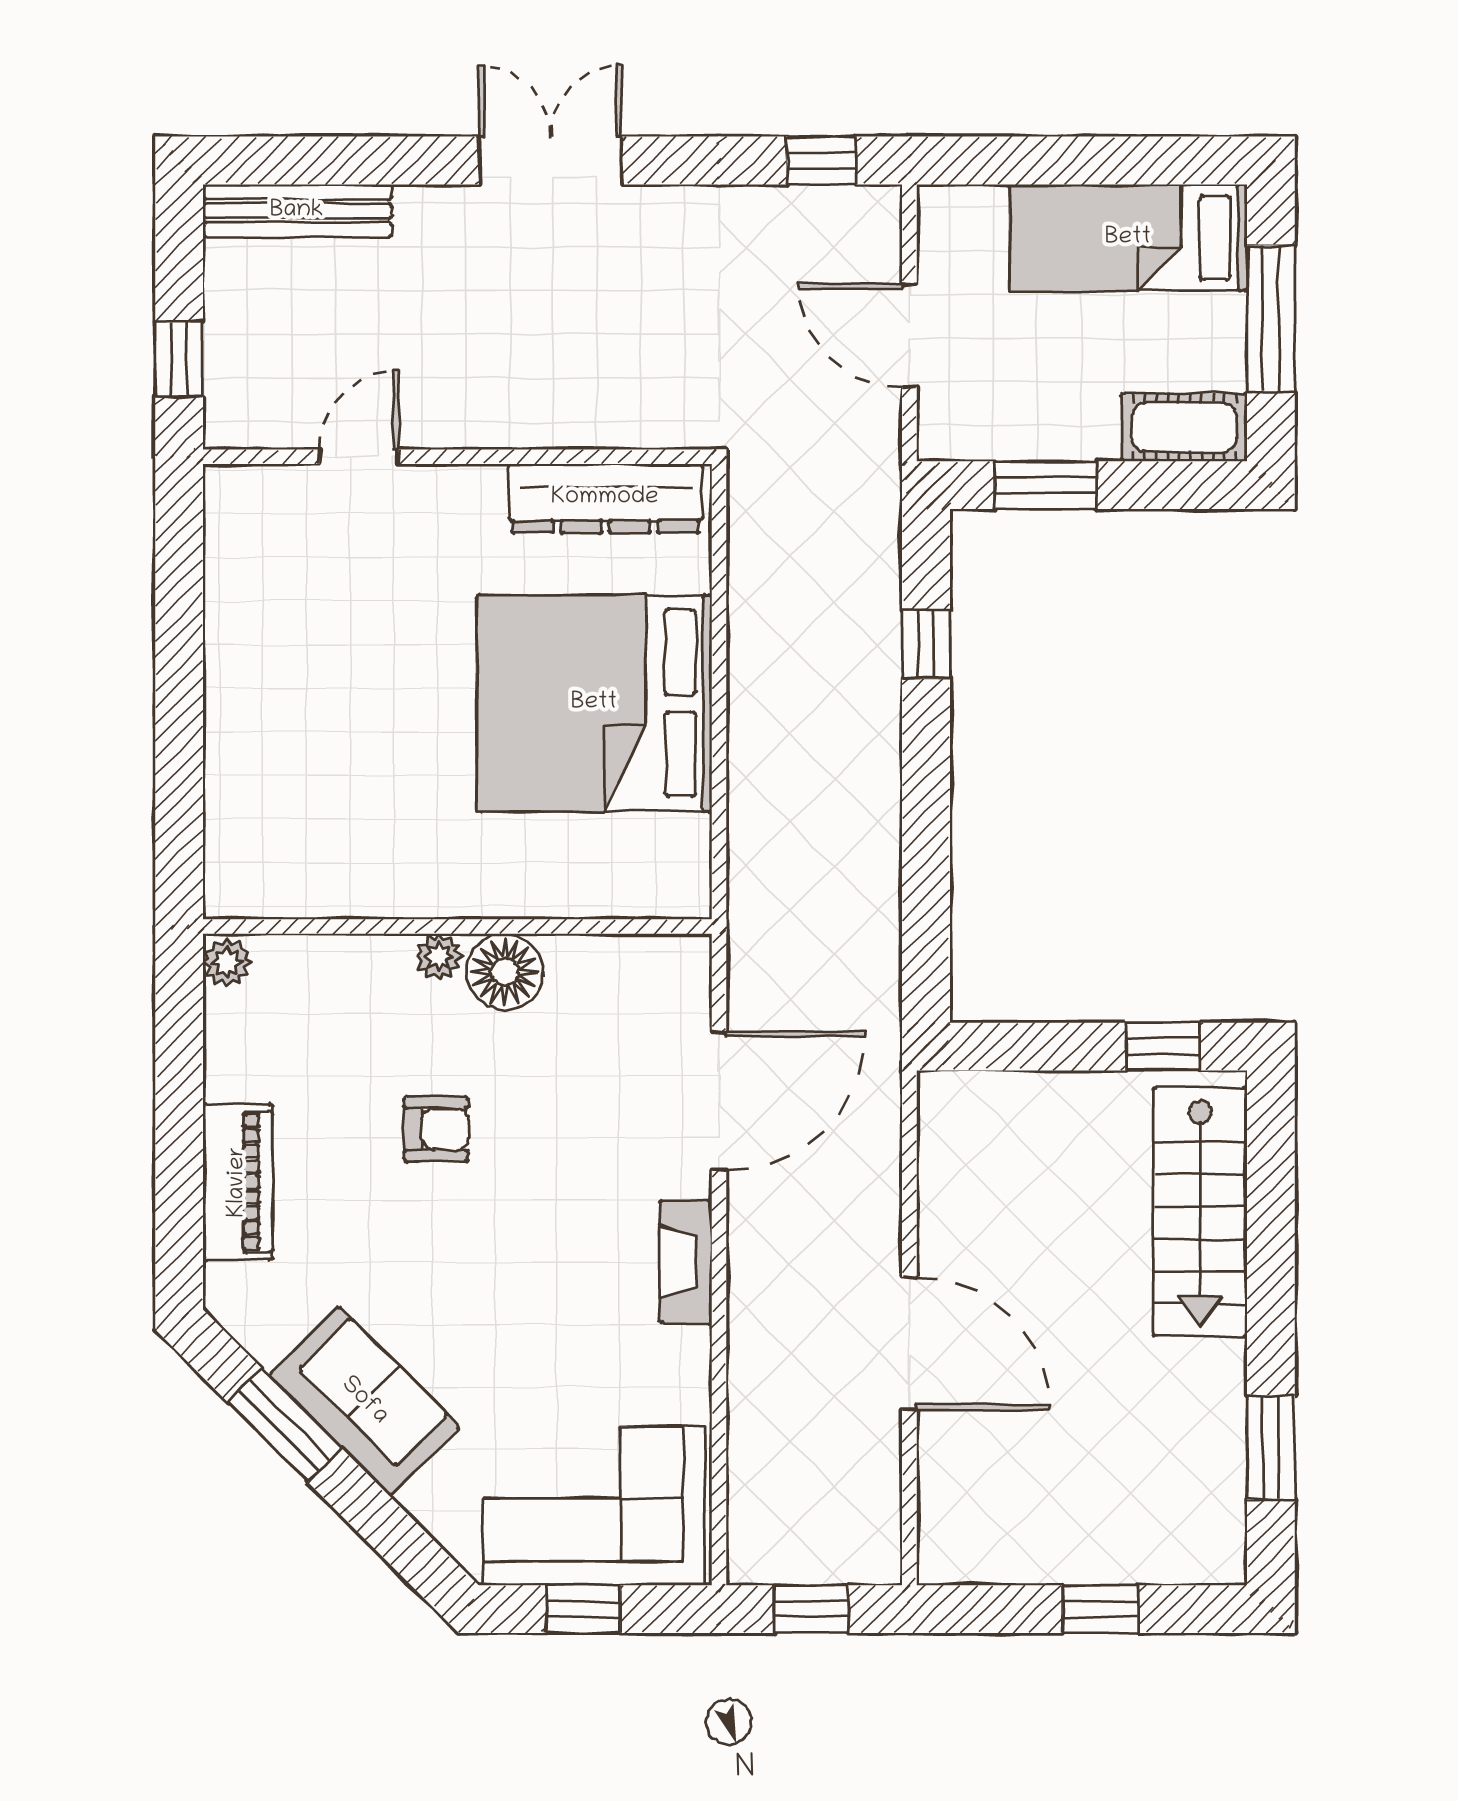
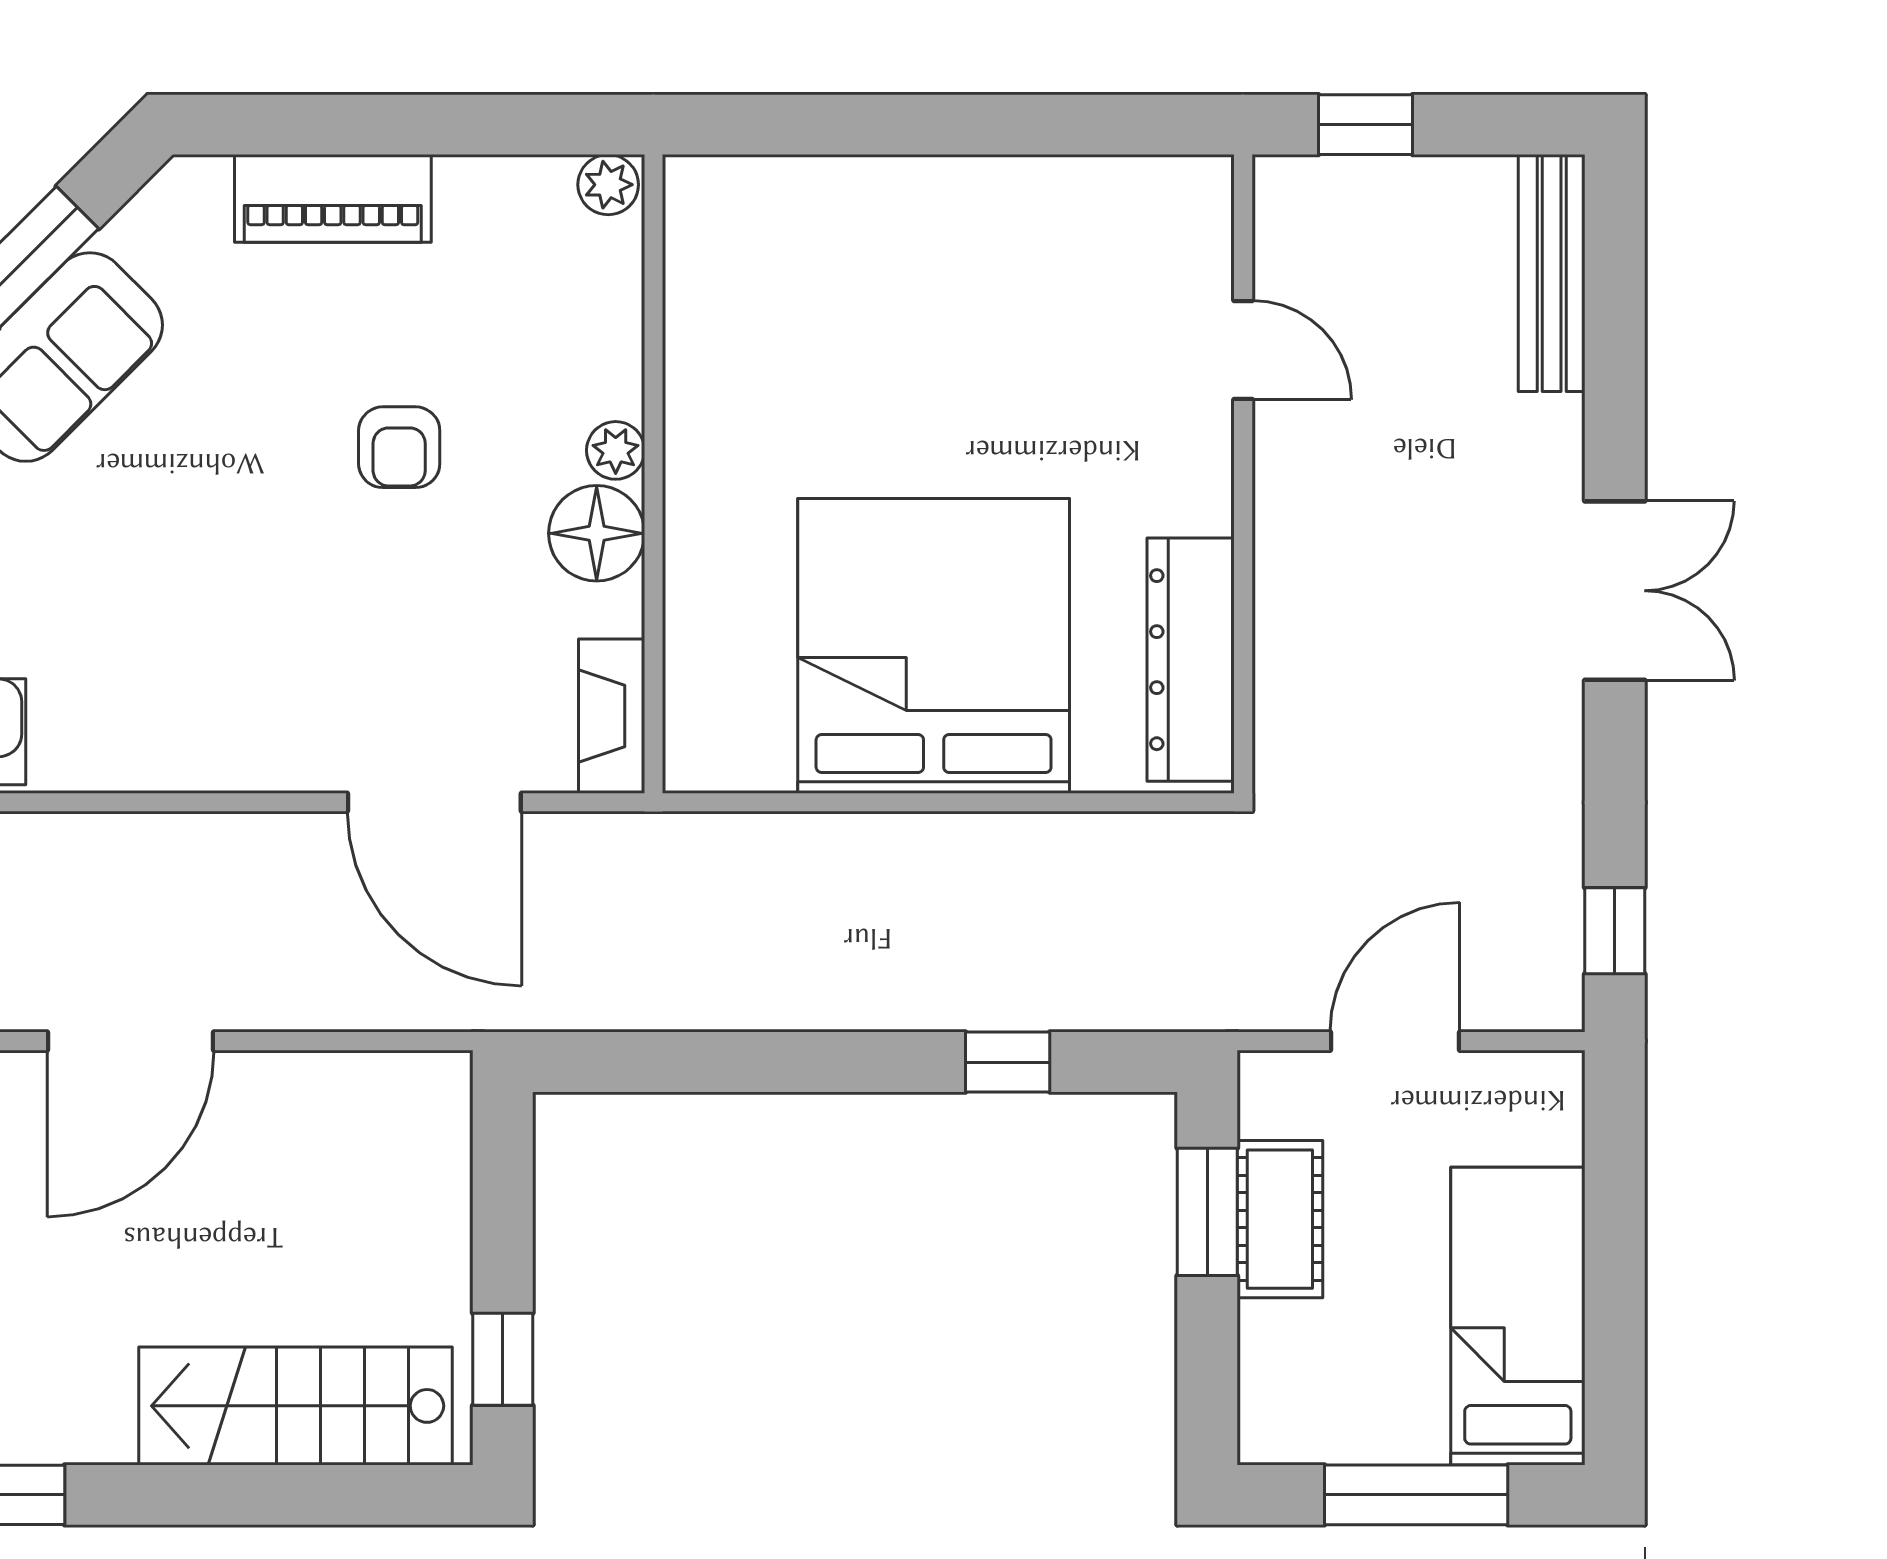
cot: (1184, 427) -> (1280, 1219), moved
fireplace: (686, 1262) -> (612, 716), moved, turned -90

